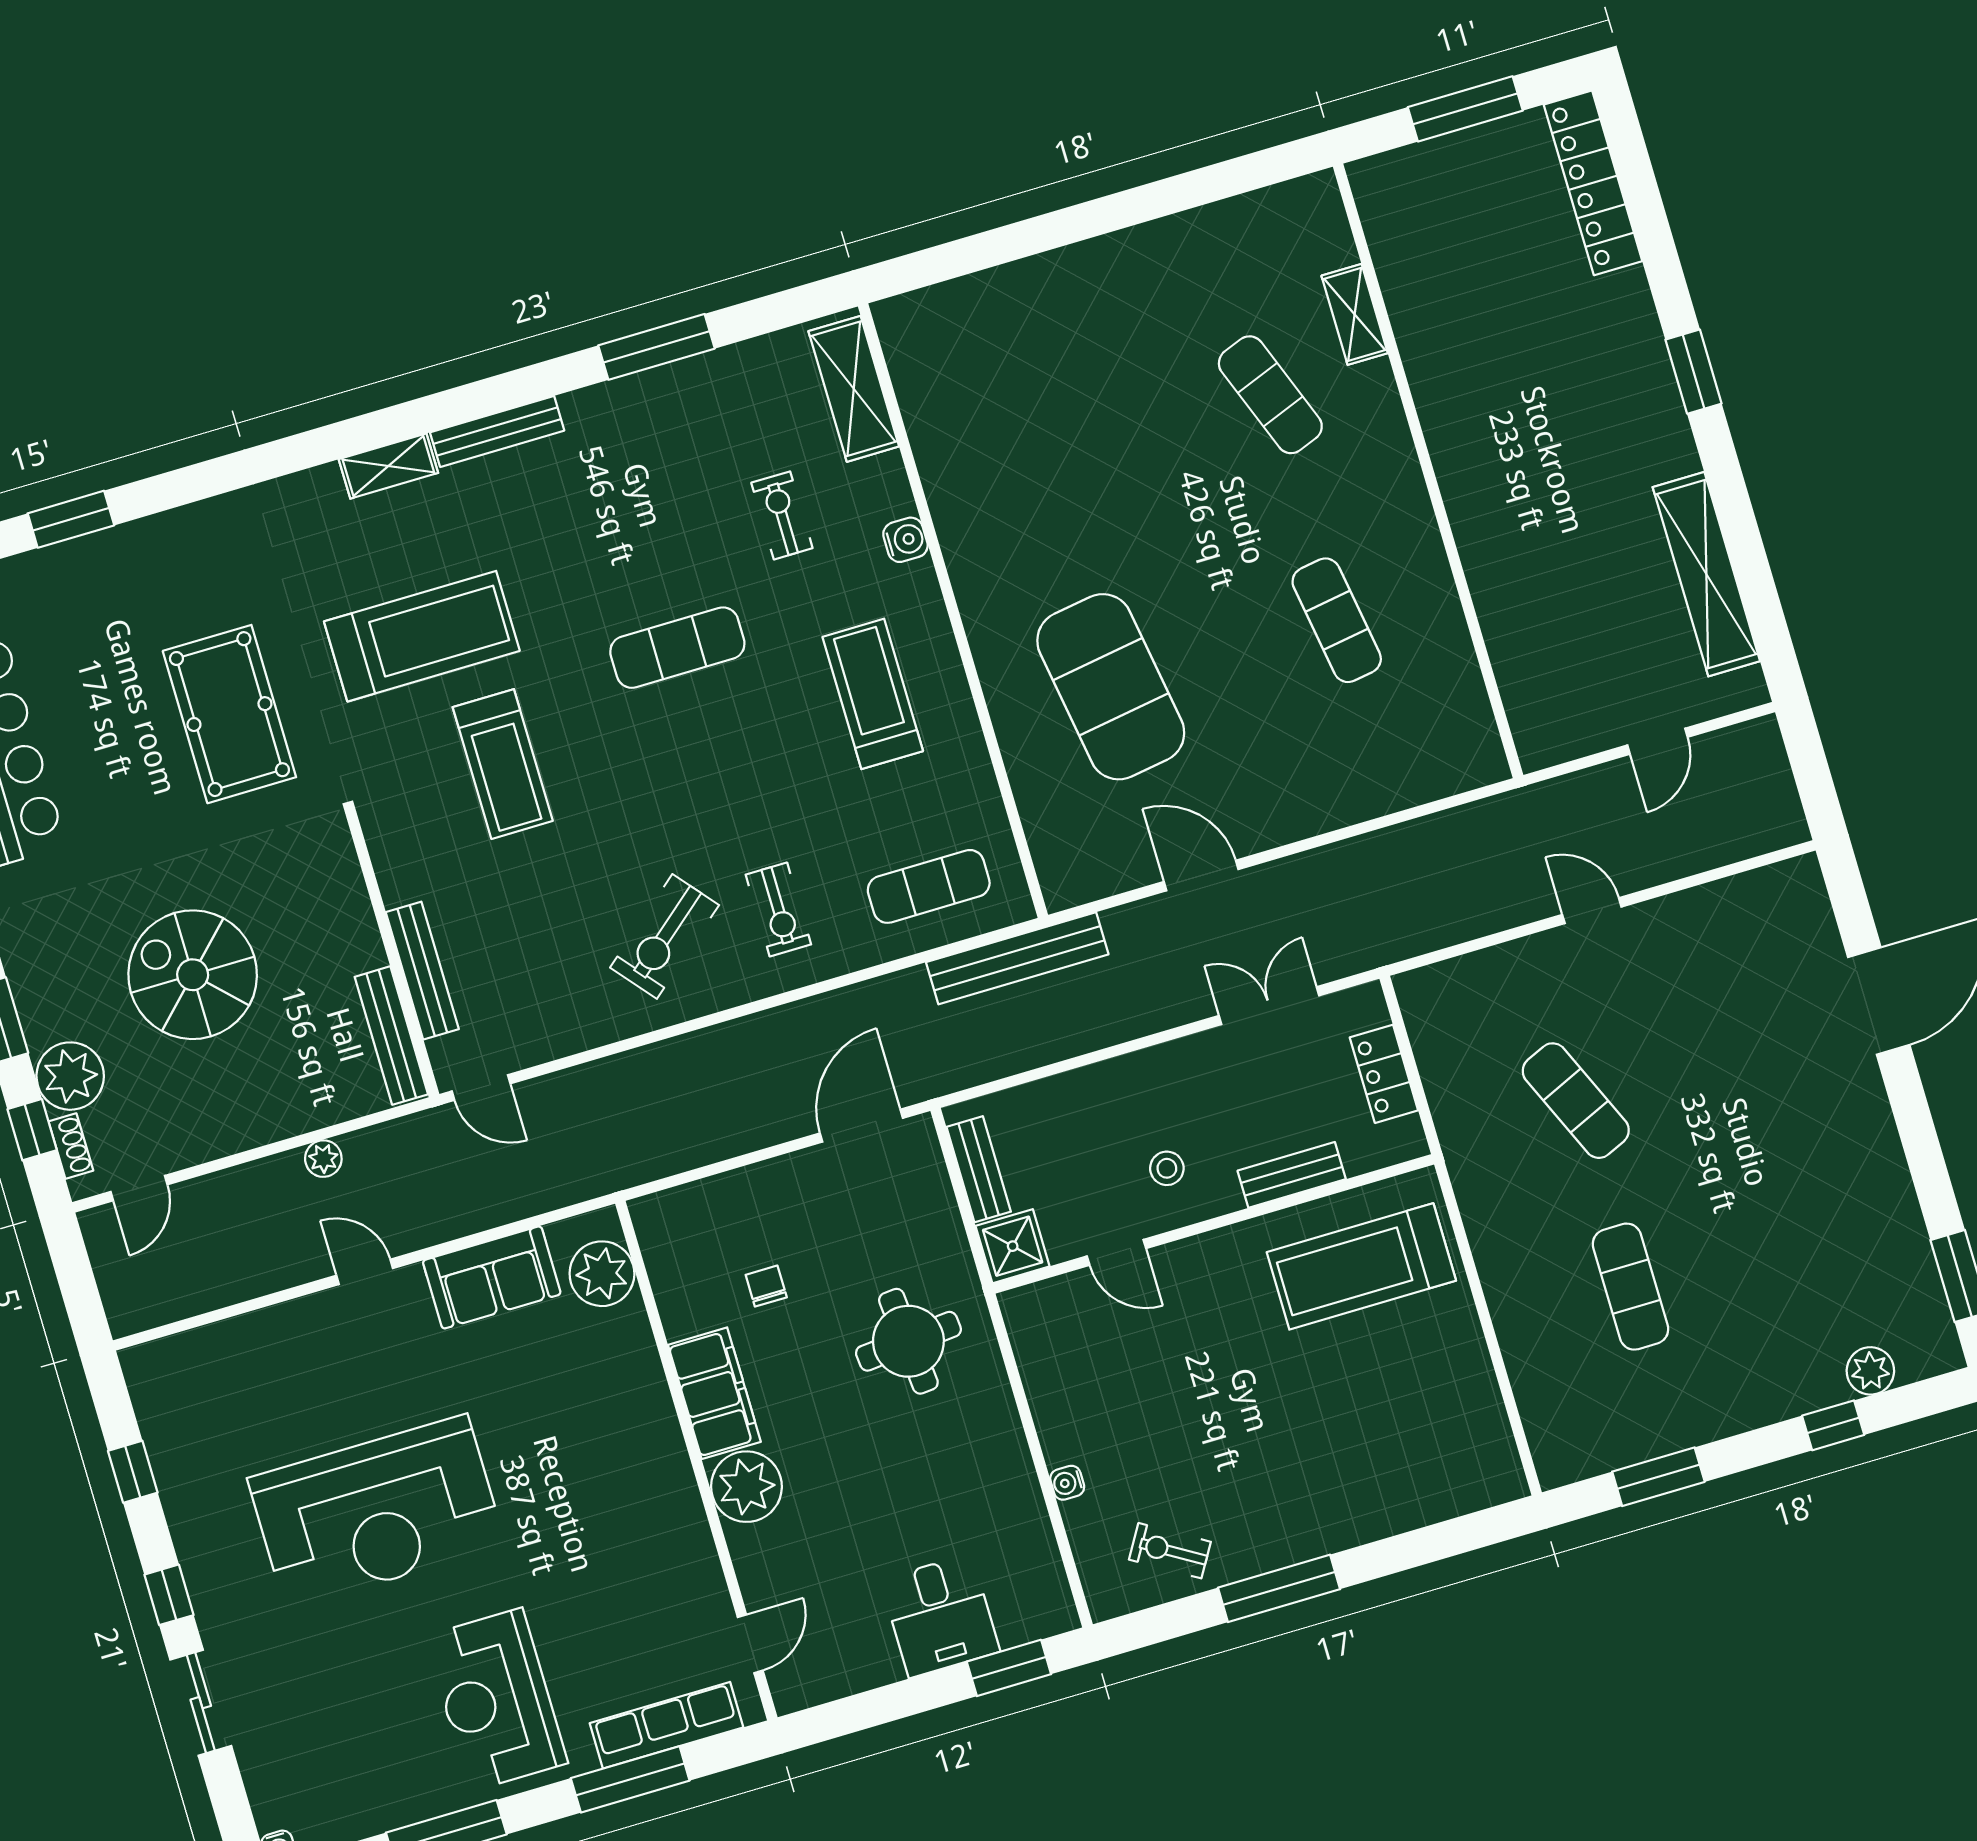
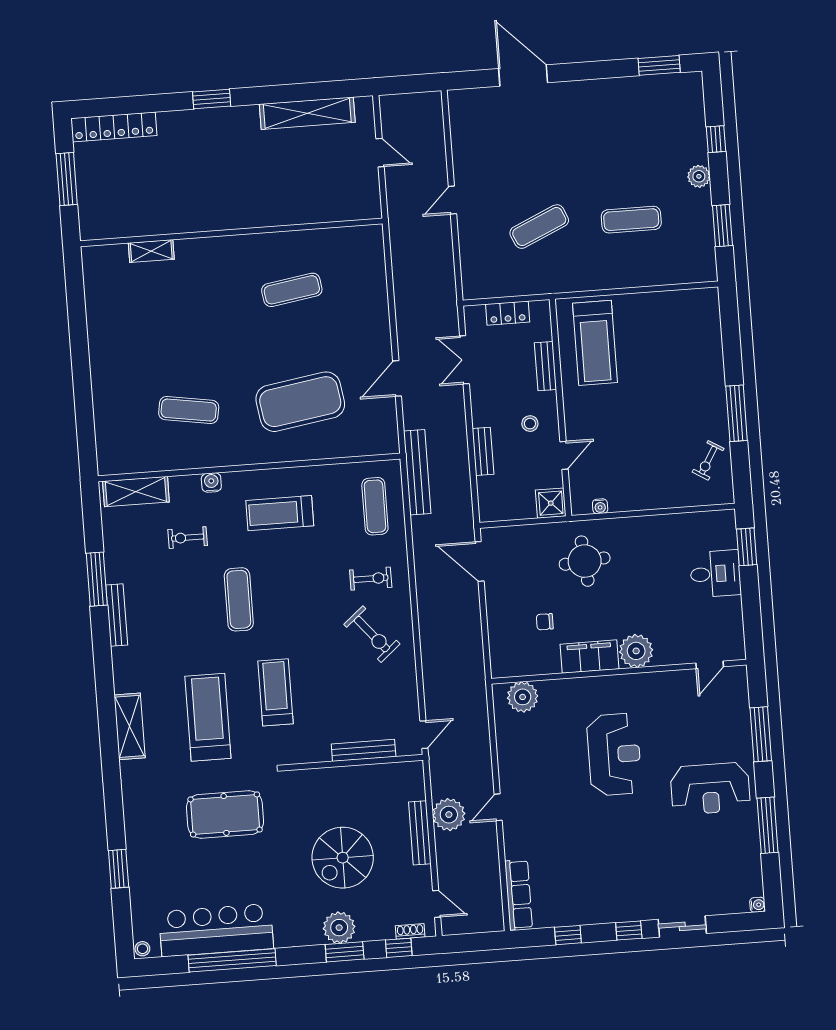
exercise mat: (1270, 395) -> (189, 410), moved, turned 30
bench: (497, 431) -> (117, 615), moved
shelving: (388, 466) -> (130, 726), width x1.50, depth x1.33
treadmill: (503, 764) -> (276, 692), turned -90
bench: (391, 1036) -> (420, 833), moved, turned 90
plant: (70, 1076) -> (339, 928), moved
plant: (323, 1159) -> (449, 815), width x1.87, depth x1.87
bench: (979, 1169) -> (483, 451), moved, turned 90
sofa: (492, 1277) -> (513, 749), removed
plant: (1870, 1371) -> (699, 176), moved
water cooler: (1067, 1483) -> (600, 506), moved
reception desk: (377, 1512) -> (614, 754), moved, width x0.74, depth x0.77
door: (750, 1644) -> (710, 665), swing flipped
row of seats: (667, 1725) -> (519, 895), moved, turned 180

